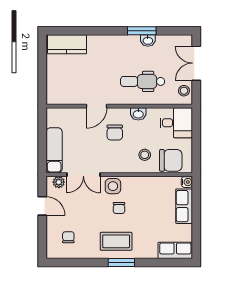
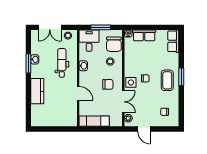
kitchen counter: (67, 44) -> (37, 91), moved
dental chair: (143, 81) -> (62, 63), turned 180
chair: (115, 132) -> (108, 84), moved
window: (196, 140) -> (101, 27), added
exam couch: (54, 150) -> (94, 121), moved
chair: (171, 160) -> (114, 44), turned 180
door: (42, 206) -> (144, 129), swing flipped

